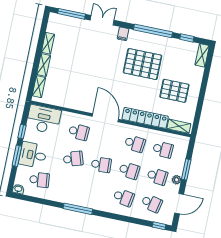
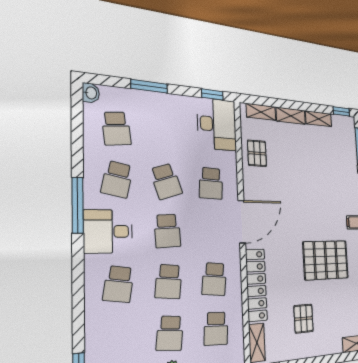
window: (45, 23) -> (341, 111), added
pallet: (143, 64) -> (326, 260), turned 90
pallet: (174, 91) -> (303, 319), width x0.67, depth x0.71
pallet: (65, 96) -> (257, 153), added
window: (22, 132) -> (212, 94), moved
desk: (33, 155) -> (108, 231), moved, turned -90
school desk: (152, 203) -> (117, 179), moved

